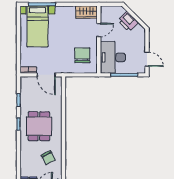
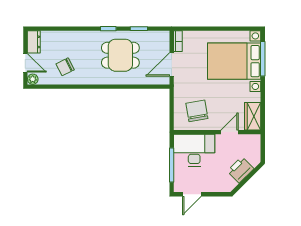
bed with nightstands: (37, 26) -> (234, 61), width x1.36
door: (99, 30) -> (230, 132), swing flipped
chair: (82, 55) -> (197, 111), turned -100
dining table: (39, 126) -> (120, 55), moved

